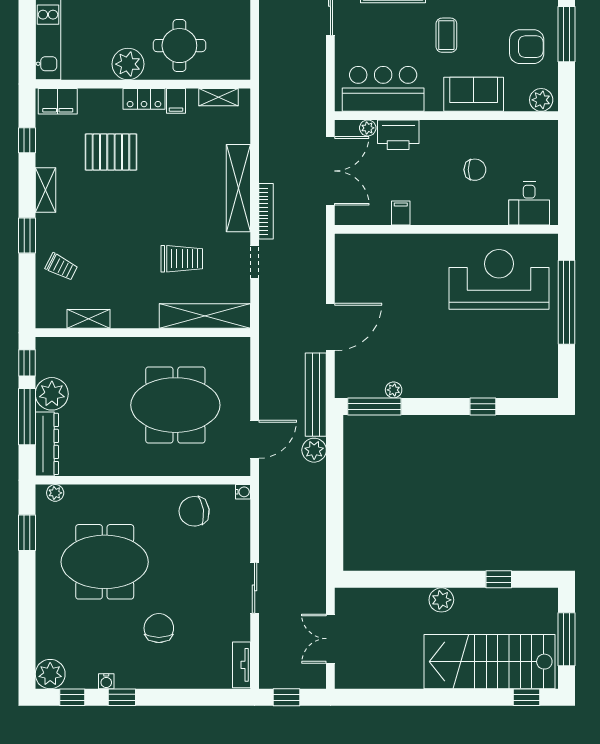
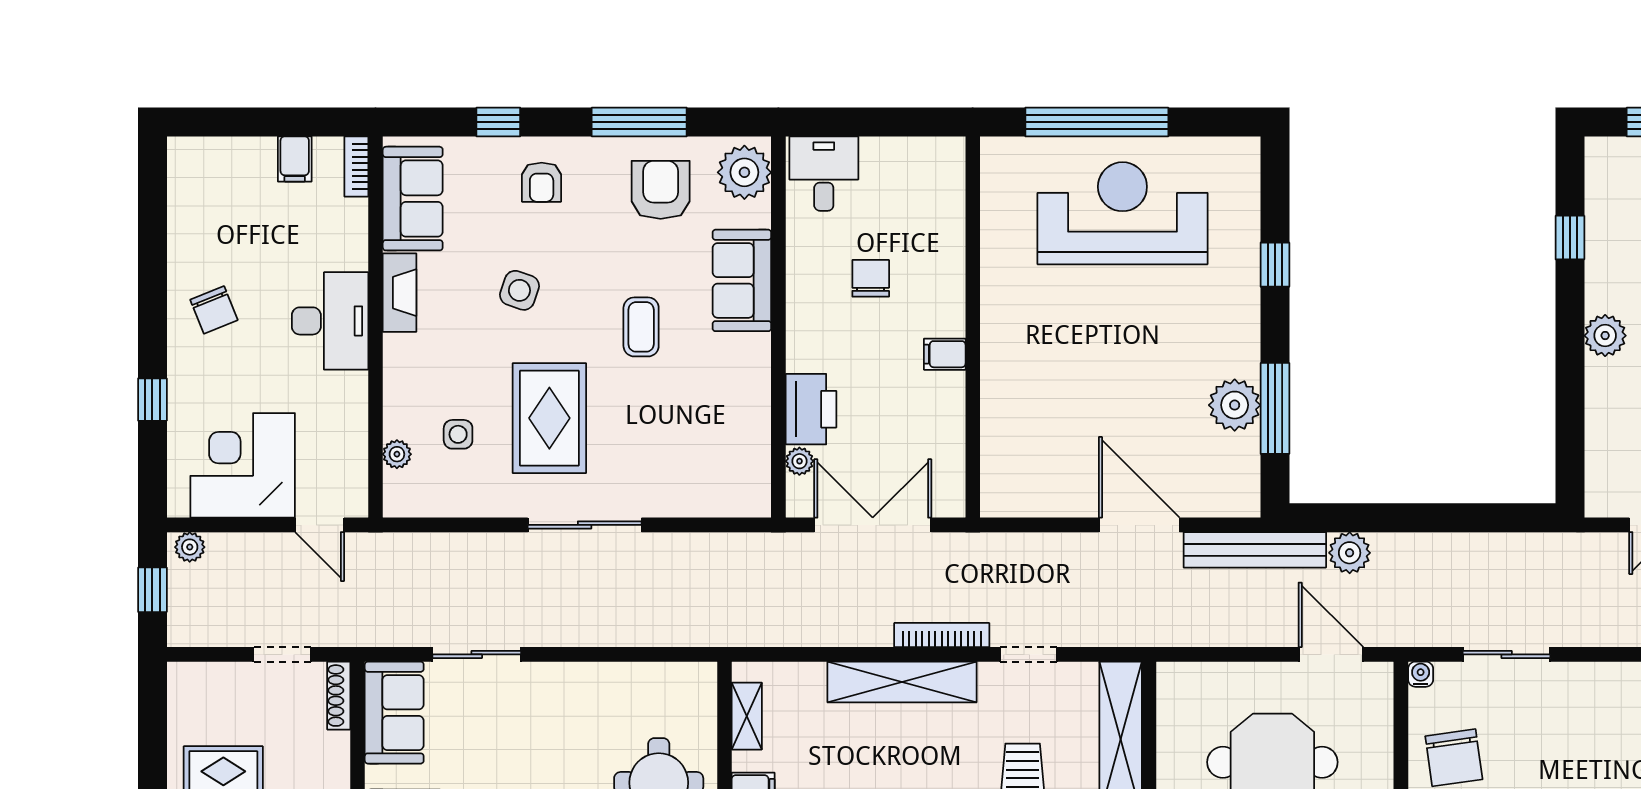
coffee table: (446, 35) -> (641, 327), turned 90
bar counter: (383, 89) -> (733, 435), removed
plant: (541, 100) -> (744, 172), width x1.36, depth x1.36
desk: (529, 203) -> (824, 174), moved, turned -90
filing cabinet: (401, 213) -> (945, 354), moved
reception desk: (499, 279) -> (1122, 213), moved, turned 90
plant: (394, 390) -> (1235, 405), width x1.87, depth x1.87
window: (374, 406) -> (1275, 408), moved
sliding door: (255, 588) -> (1507, 654), moved

